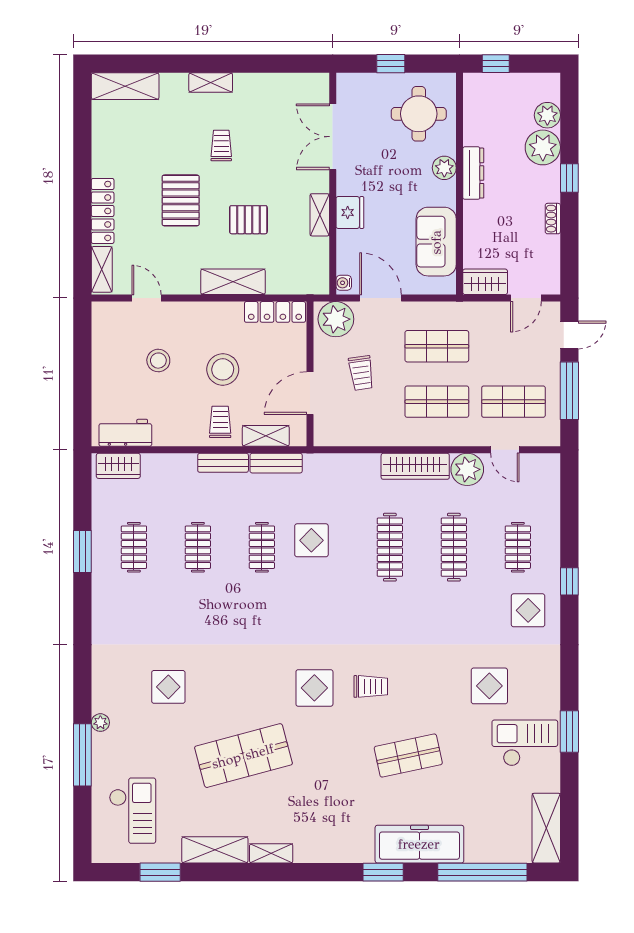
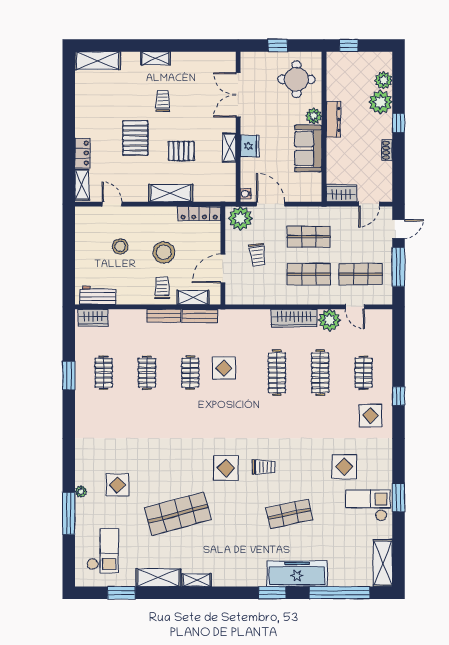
locker: (103, 211) -> (82, 153), width x0.66
sofa: (436, 242) -> (308, 149), moved
display table: (168, 687) -> (118, 485), moved

